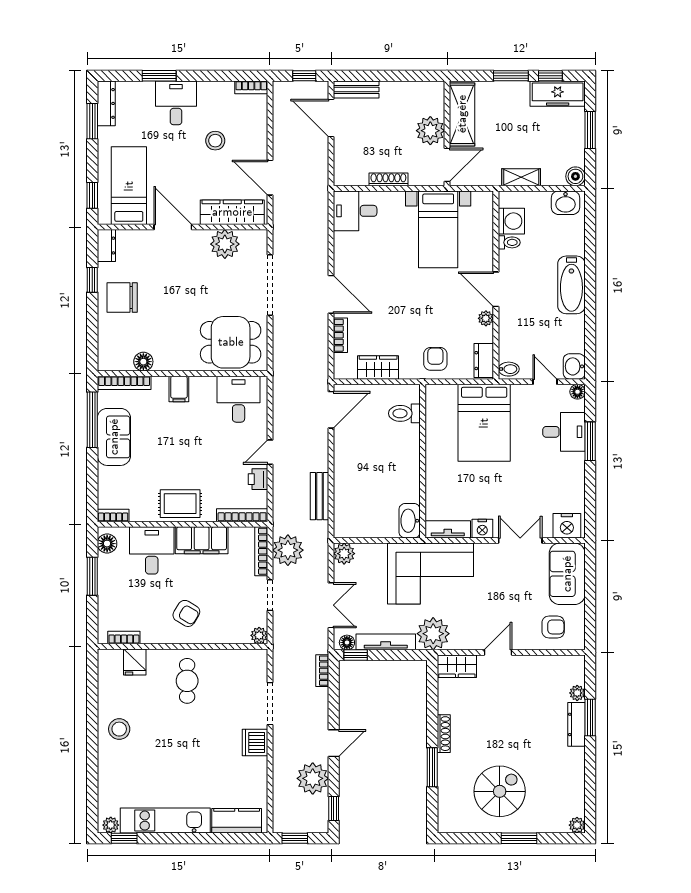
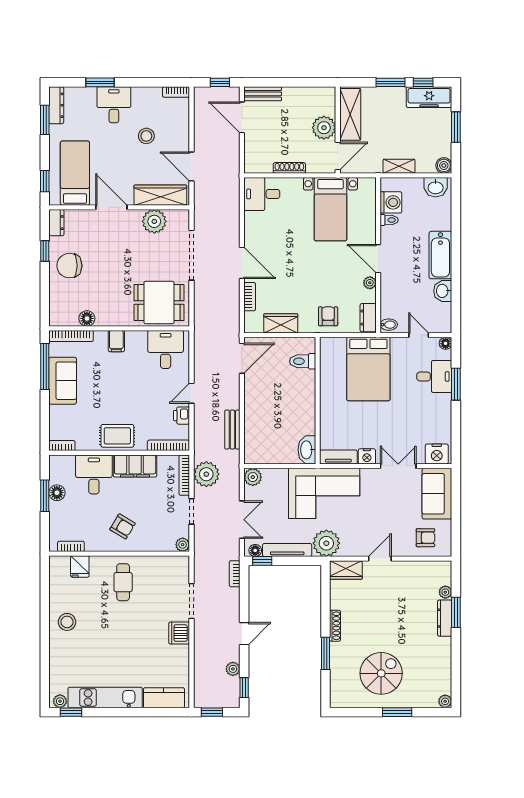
washbasin: (574, 366) -> (443, 291), moved
floor lamp: (107, 544) -> (57, 493), moved
plant: (313, 778) -> (233, 669), width x0.53, depth x0.53

